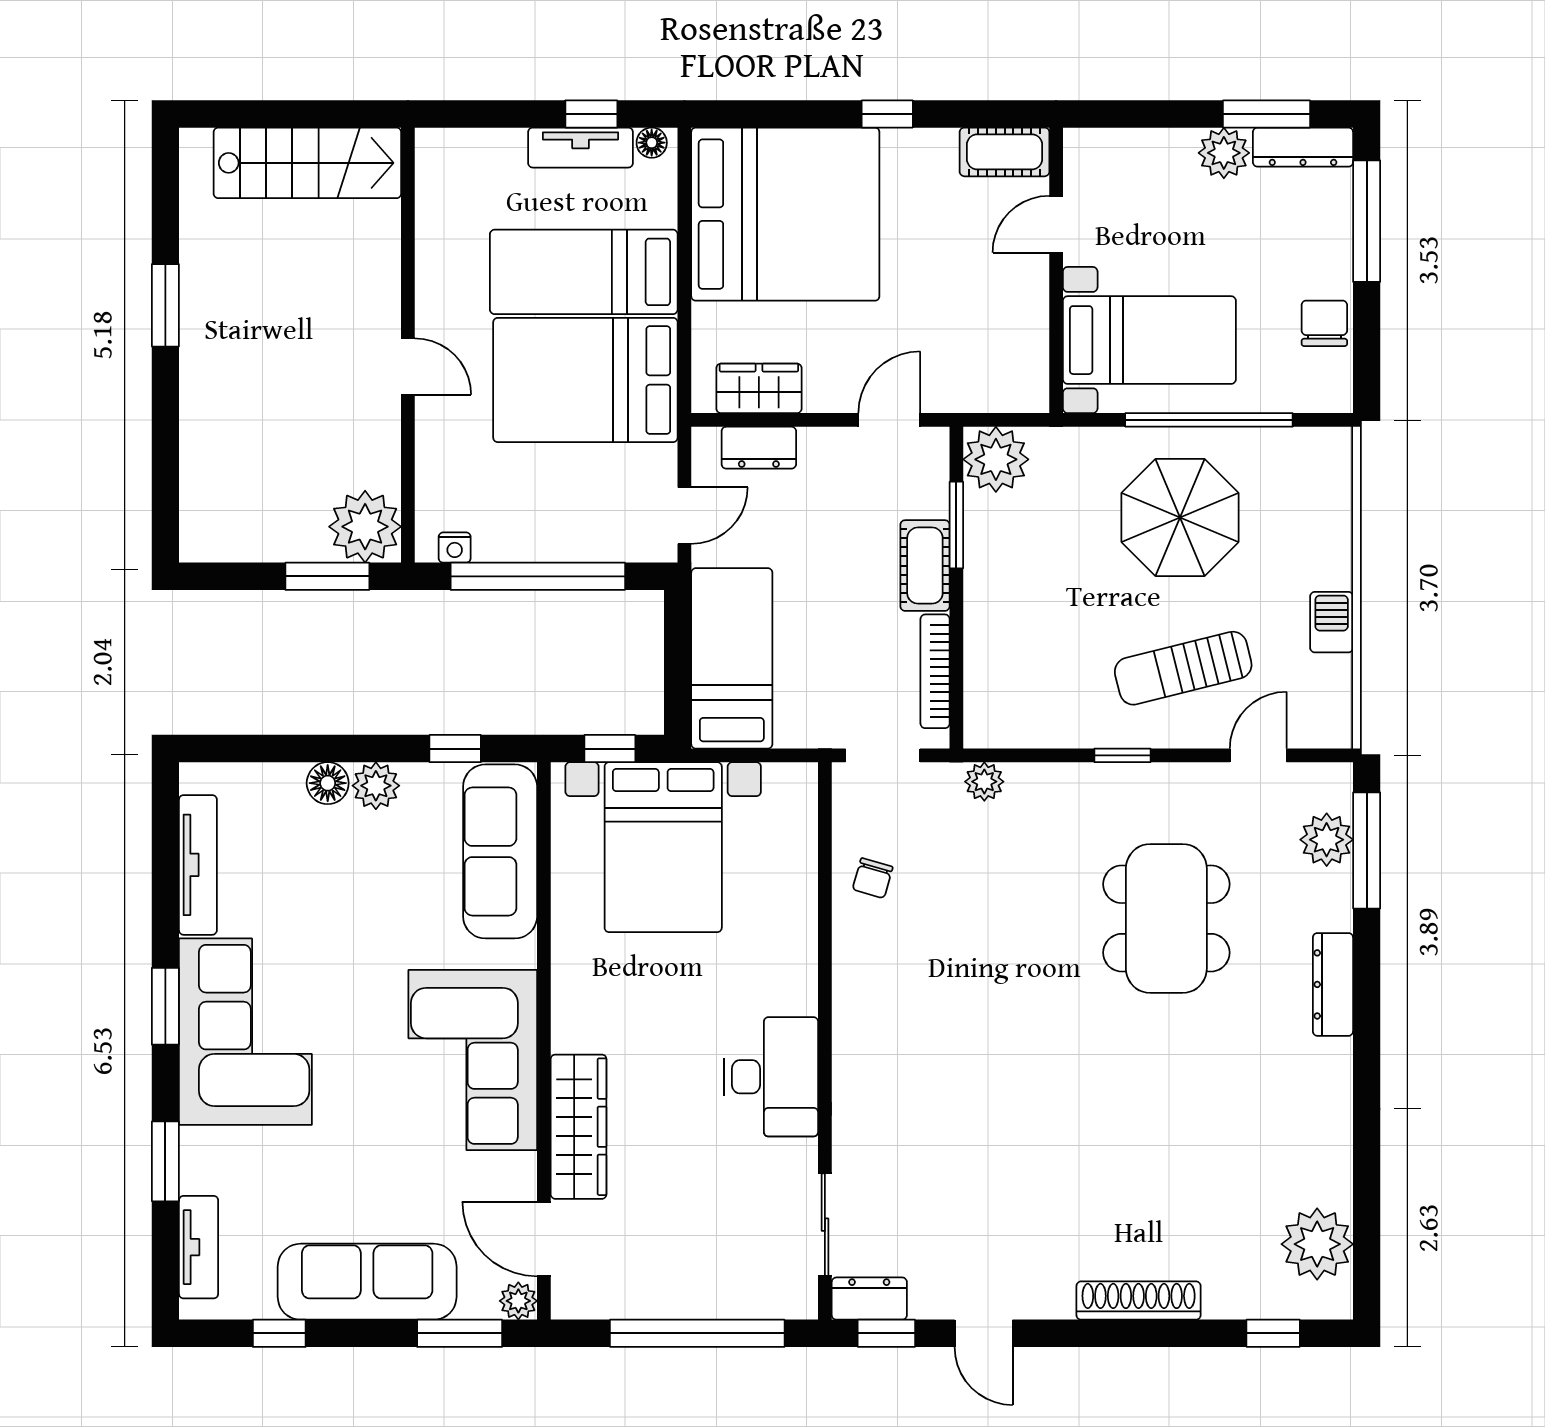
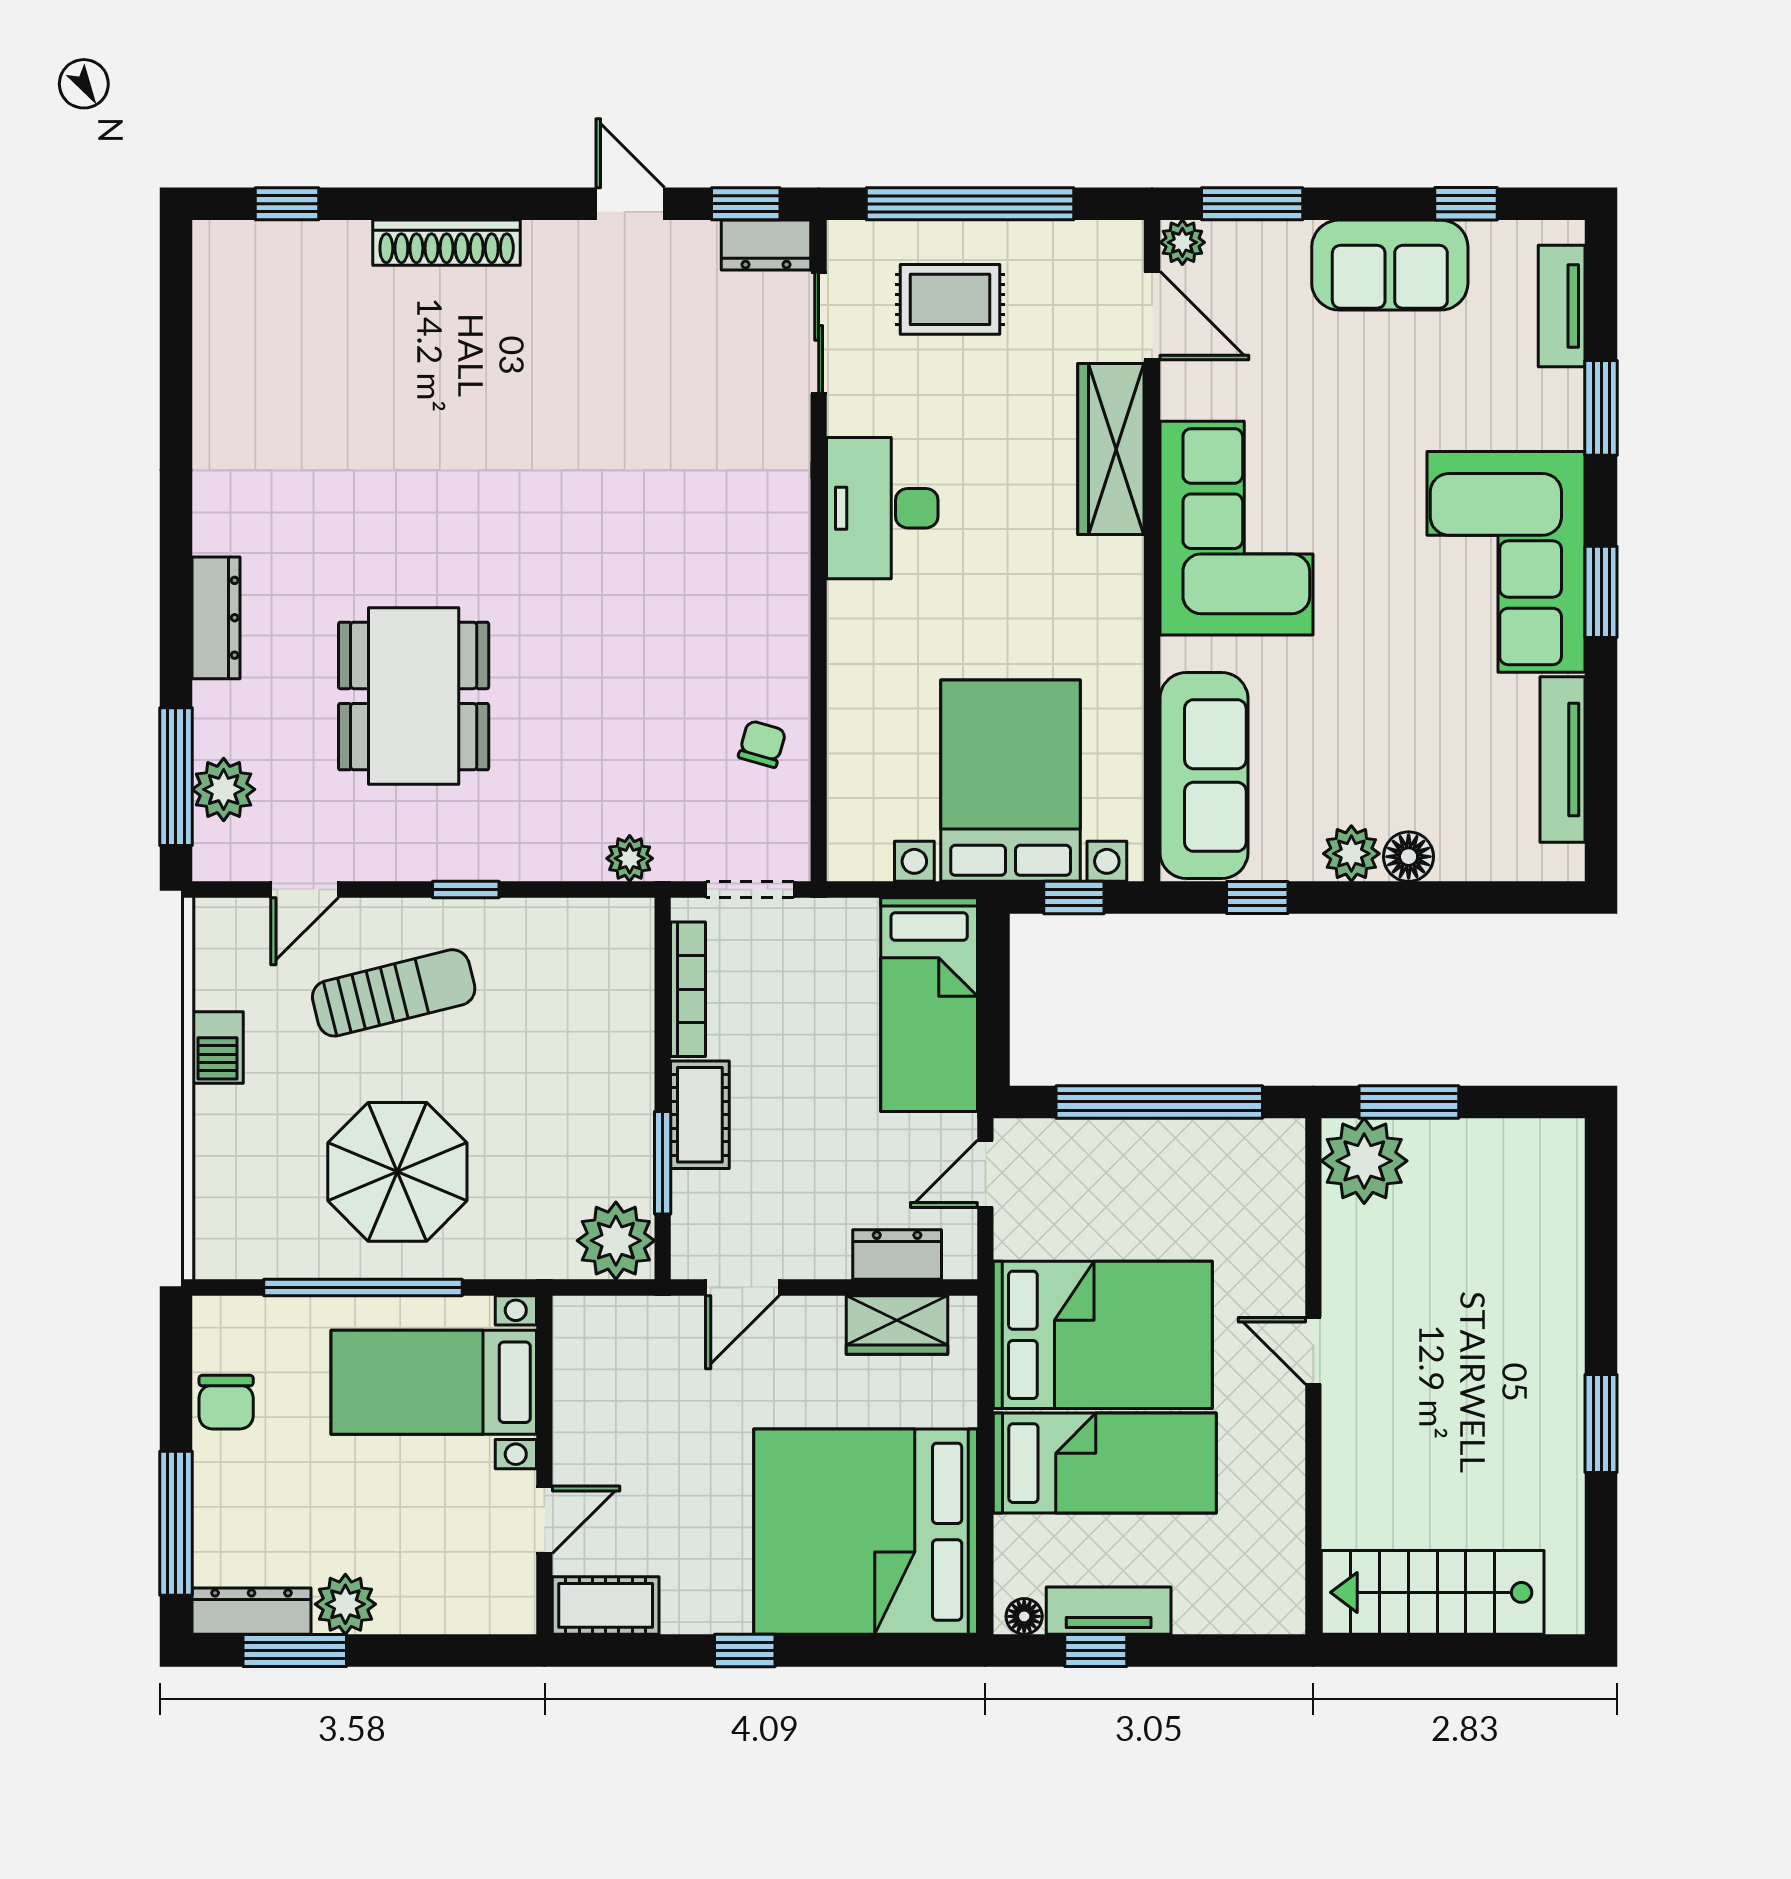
nightstand: (455, 548) -> (1258, 1136), removed
plant: (1317, 1244) -> (235, 310), removed
rug: (714, 1253) -> (950, 299), added
sofa: (367, 1282) -> (1390, 265), width x0.73

